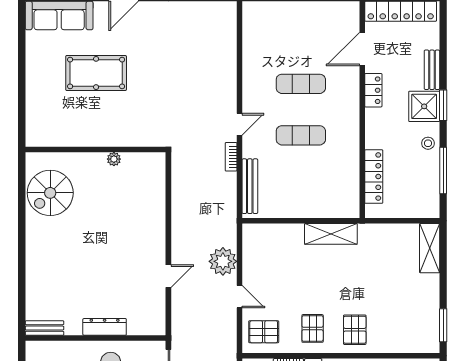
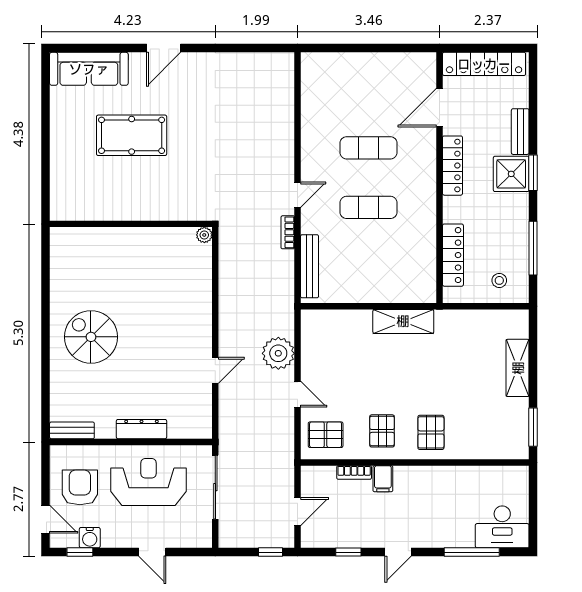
locker: (373, 90) -> (452, 166), width x1.53
stool: (428, 143) -> (499, 280), moved
plant: (114, 159) -> (204, 235), moved
spiral stairs: (50, 193) -> (91, 337), moved, turned 90
shelving: (430, 248) -> (518, 368), moved

